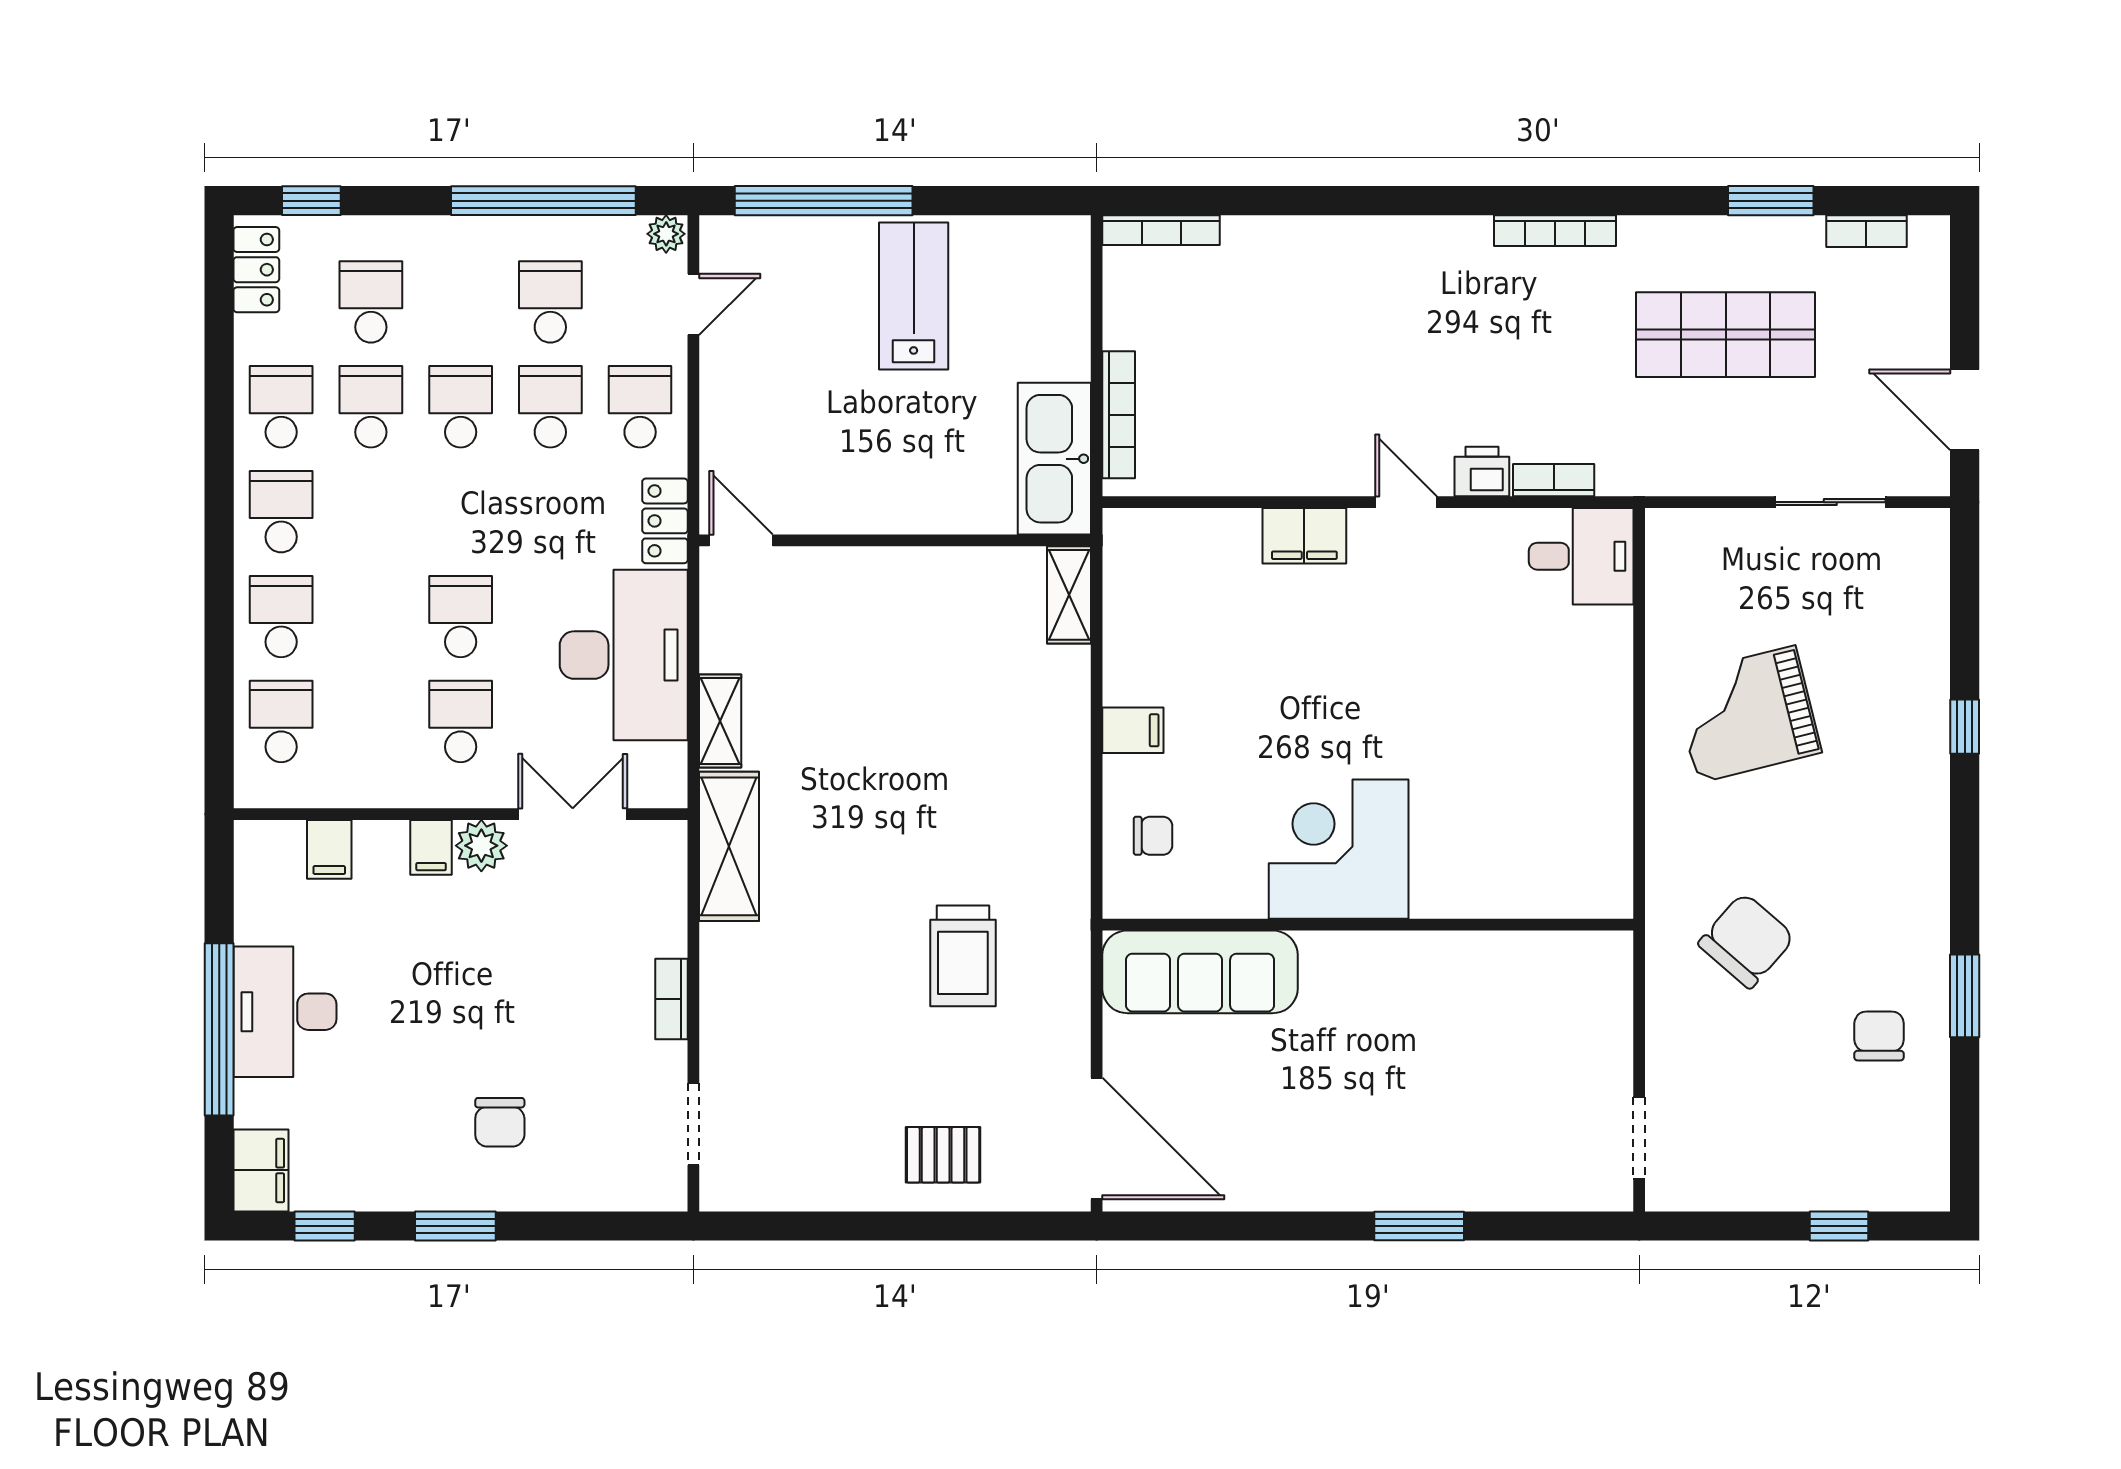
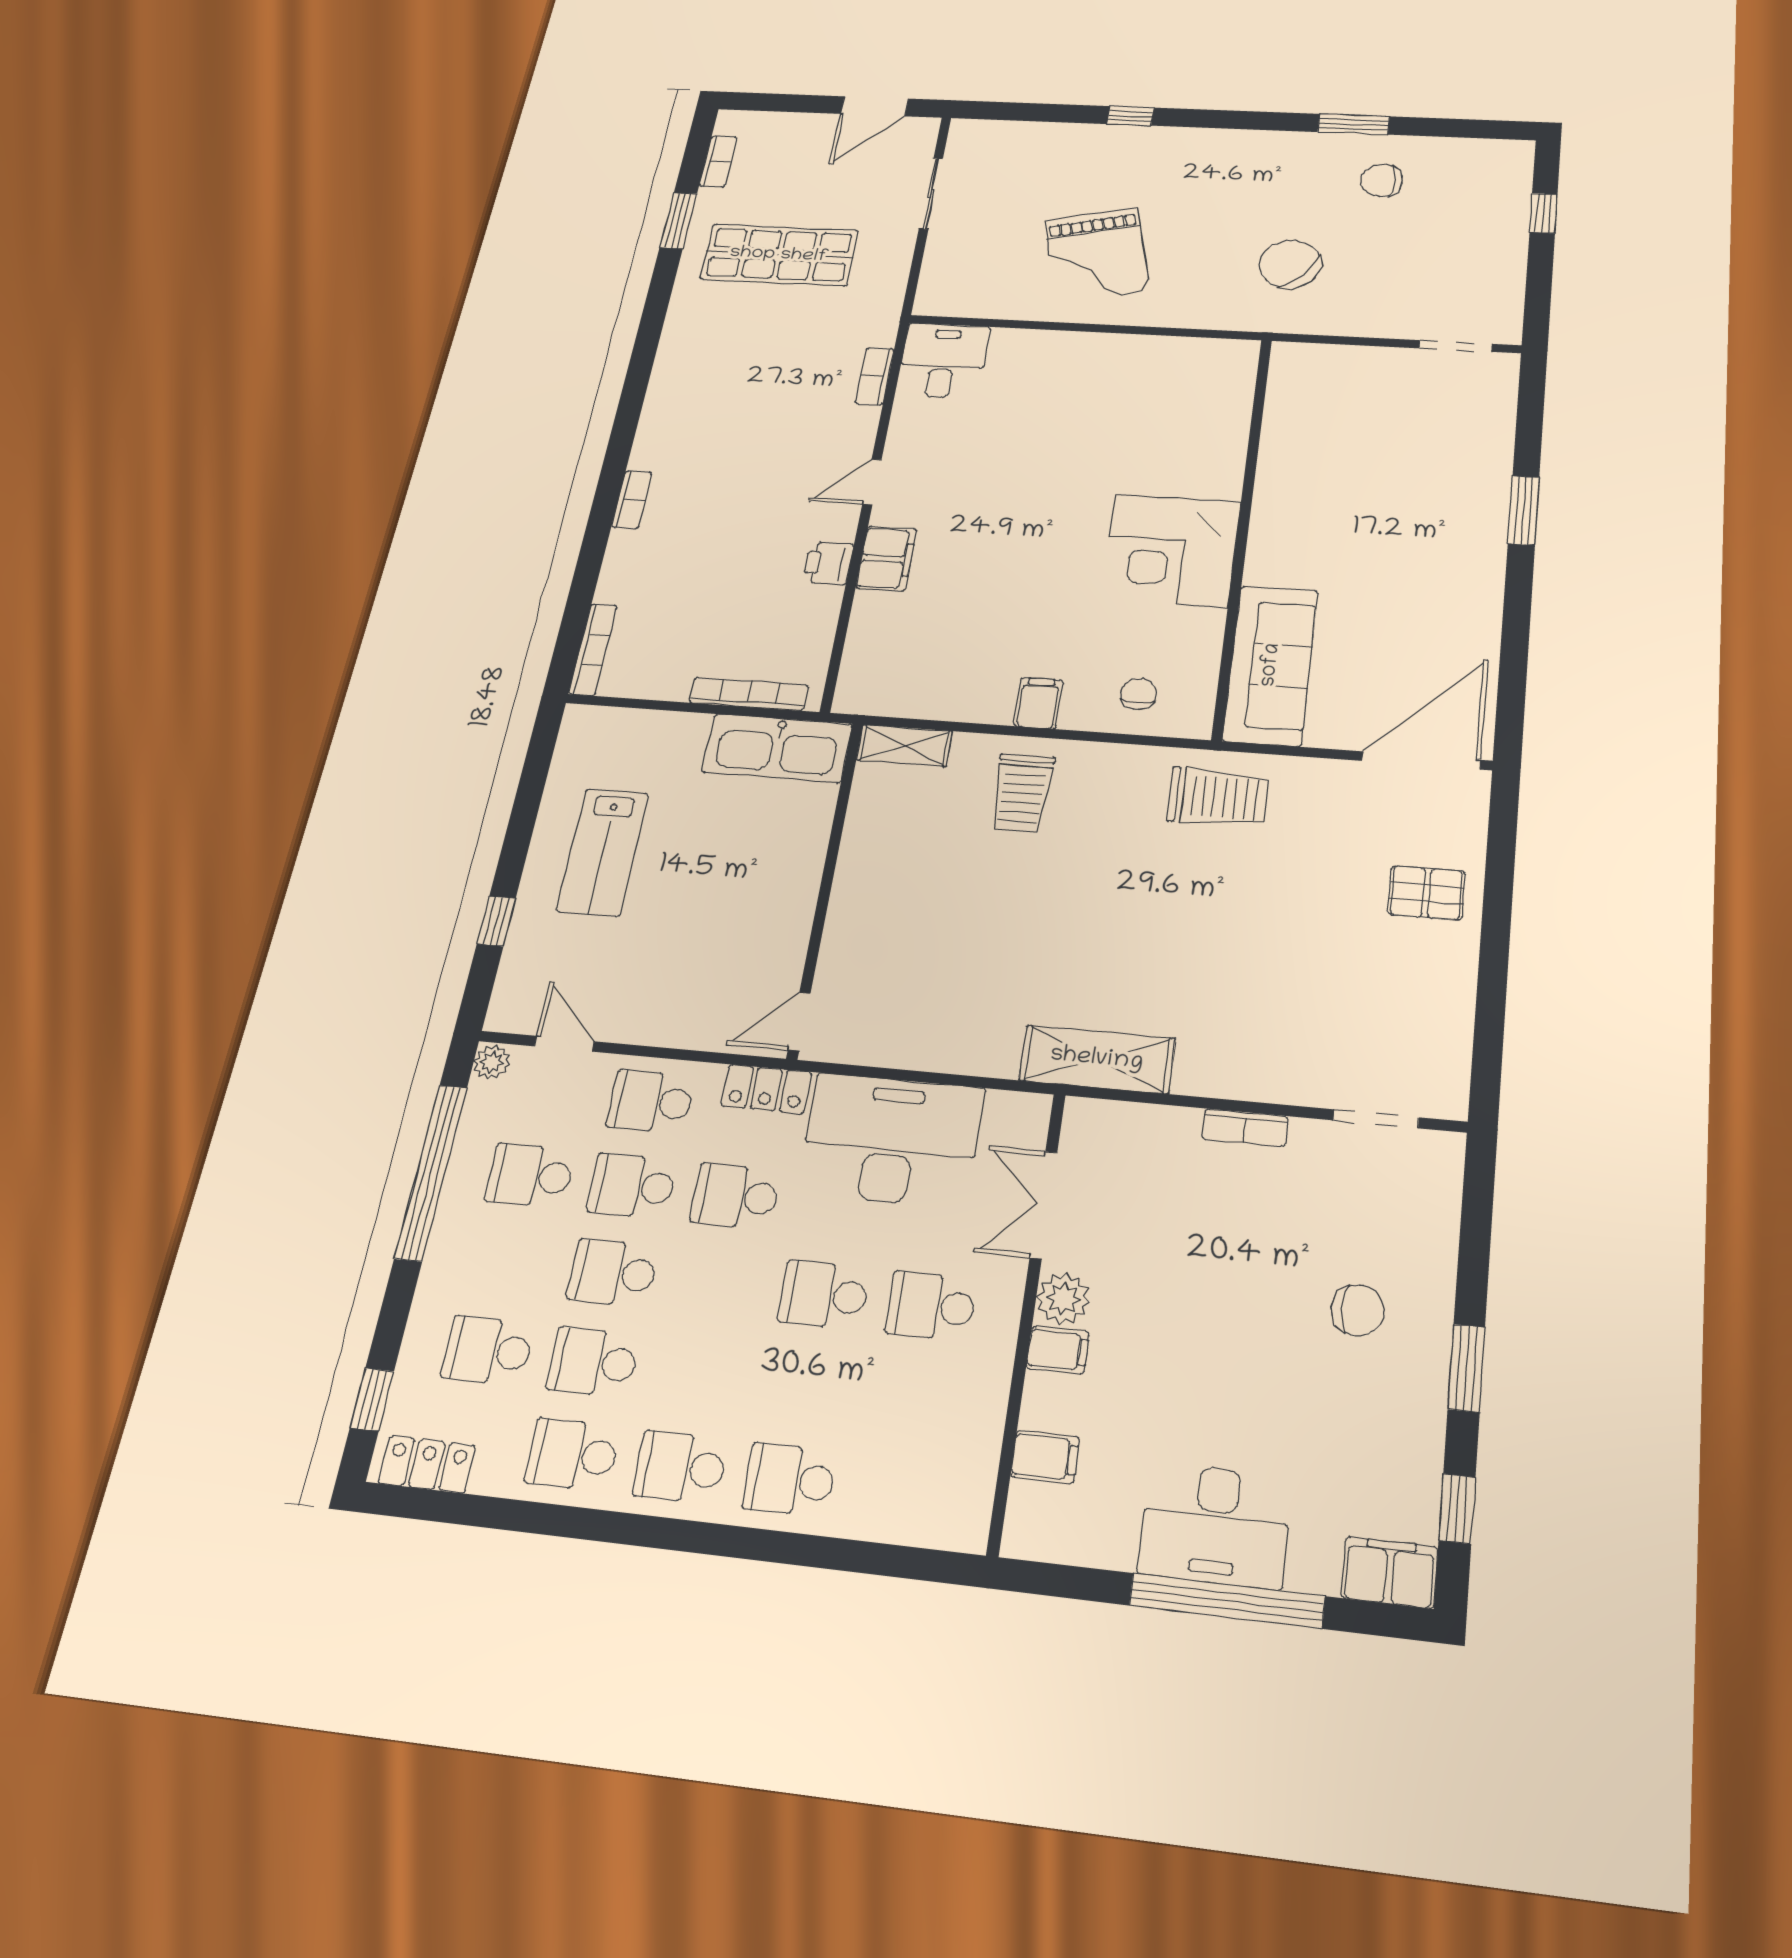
window: (824, 201) -> (496, 921), width x0.32
bookcase: (1555, 231) -> (632, 499), moved, width x0.64
lab bench: (914, 296) -> (603, 852), turned -90
shop shelf: (1726, 335) -> (779, 255), turned 90
printer: (1482, 471) -> (828, 563), moved
school desk: (281, 721) -> (736, 1196), moved
shelving: (720, 721) -> (972, 1056), removed
trolley: (1023, 729) -> (1022, 793), added
trolley: (963, 956) -> (1218, 797), moved
pallet: (943, 1155) -> (1426, 893), turned 90

